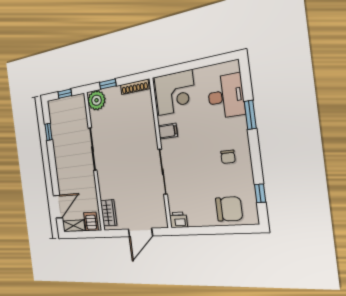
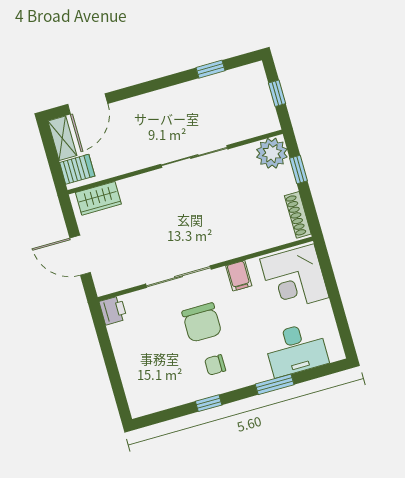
window: (260, 193) -> (209, 403), moved
door: (58, 207) -> (88, 104), hinge flipped
chair: (229, 209) -> (202, 322), moved

